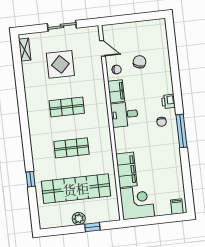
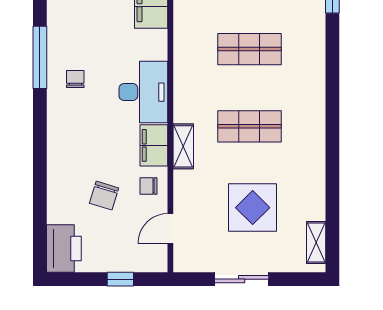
window: (126, 19) -> (120, 279), added
door: (103, 48) -> (170, 228), hinge flipped
shelving: (101, 93) -> (183, 146), added
printer: (168, 101) -> (64, 248), moved, width x1.87, depth x1.48
desk: (124, 114) -> (143, 92), width x1.37

